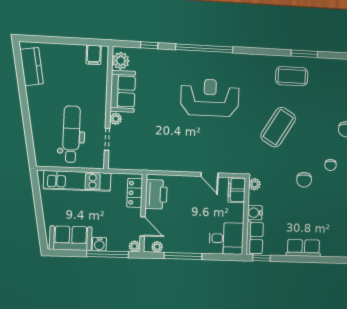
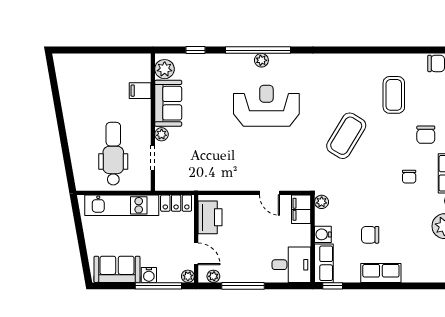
window: (304, 54) -> (373, 50), removed
filing cabinet: (94, 55) -> (140, 91), moved, turned 90
plant: (207, 57) -> (261, 60), added
kitchen counter: (32, 67) -> (67, 81), removed
coffee table: (292, 76) -> (394, 95), moved, turned 90
chair: (304, 180) -> (370, 235), moved, turned 90
locker: (135, 193) -> (176, 203), moved, turned -90

